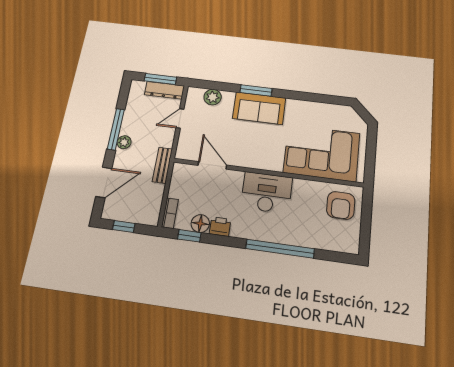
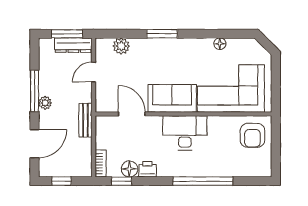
floor lamp: (314, 107) -> (220, 44), added
sofa: (259, 108) -> (172, 98), moved, turned 180

